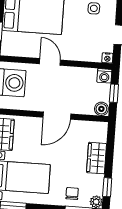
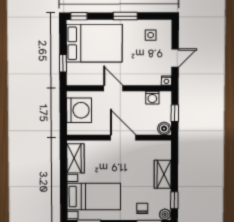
washing machine: (104, 76) -> (152, 98), moved
door: (57, 116) -> (123, 138), swing flipped

